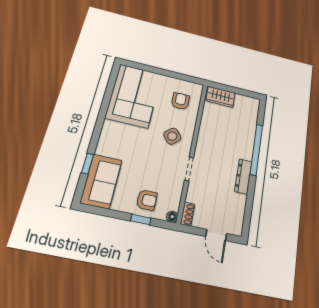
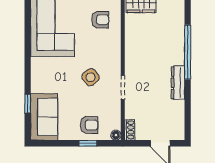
armchair: (180, 101) -> (100, 20), turned 90
side table: (172, 136) -> (91, 77), moved

